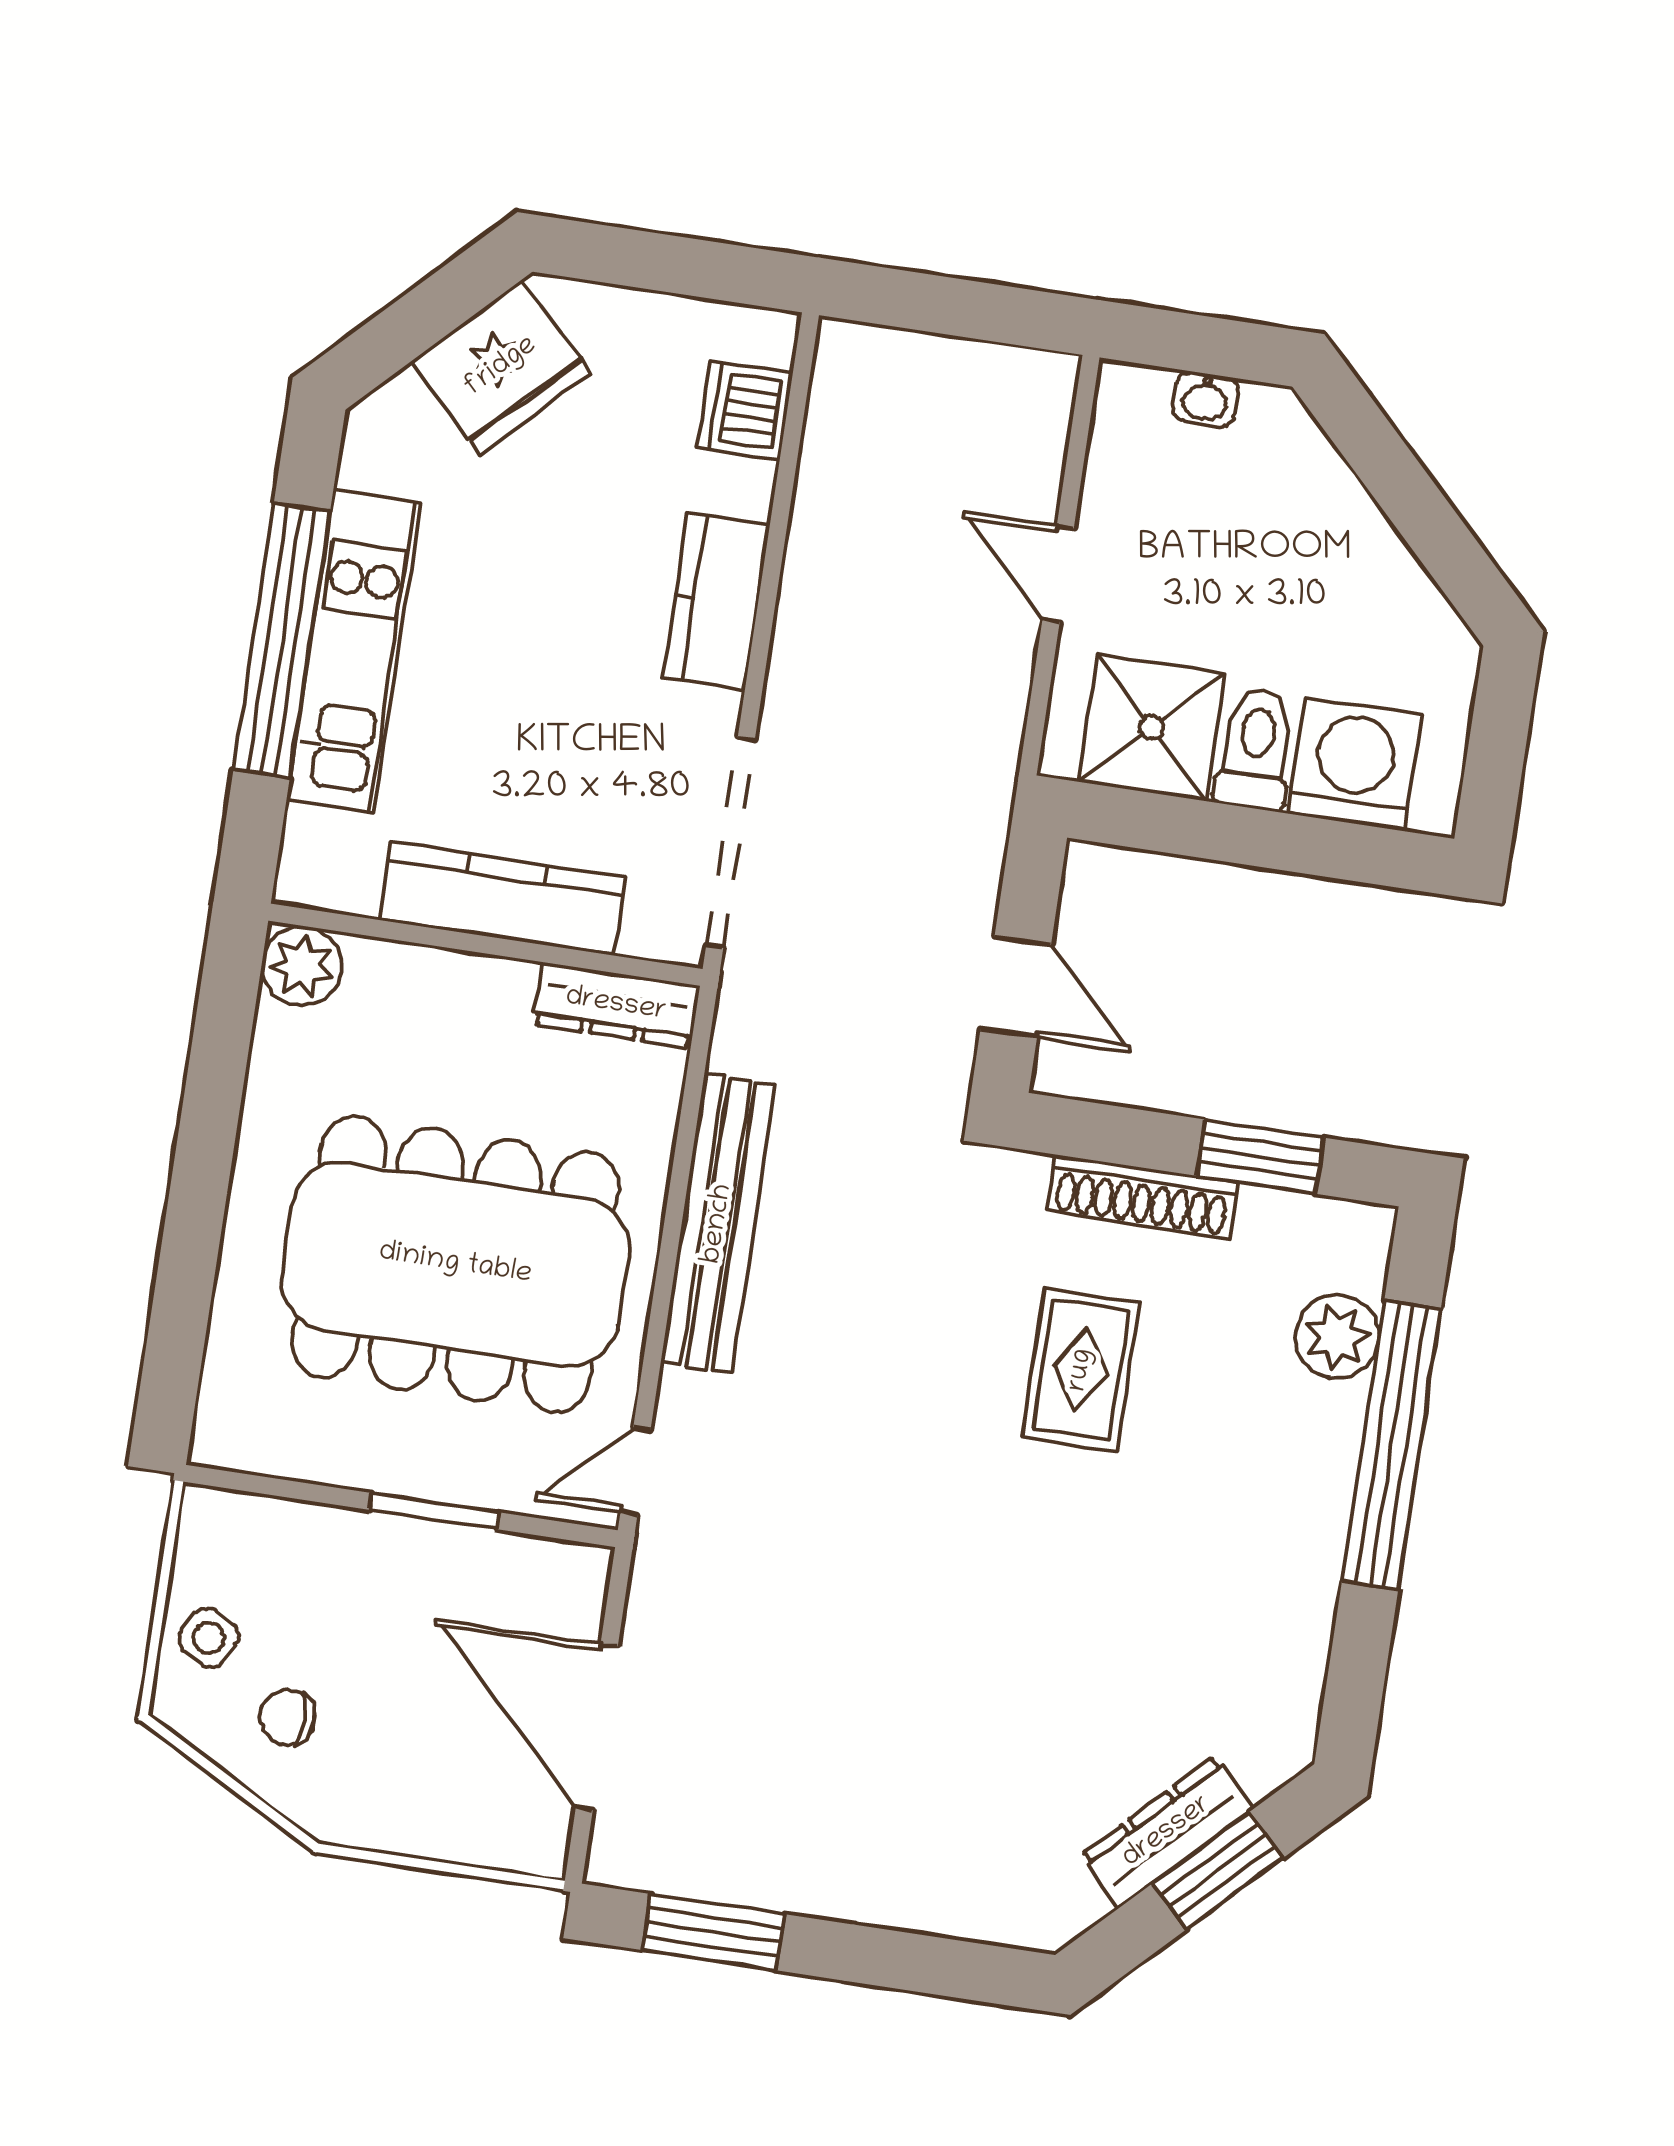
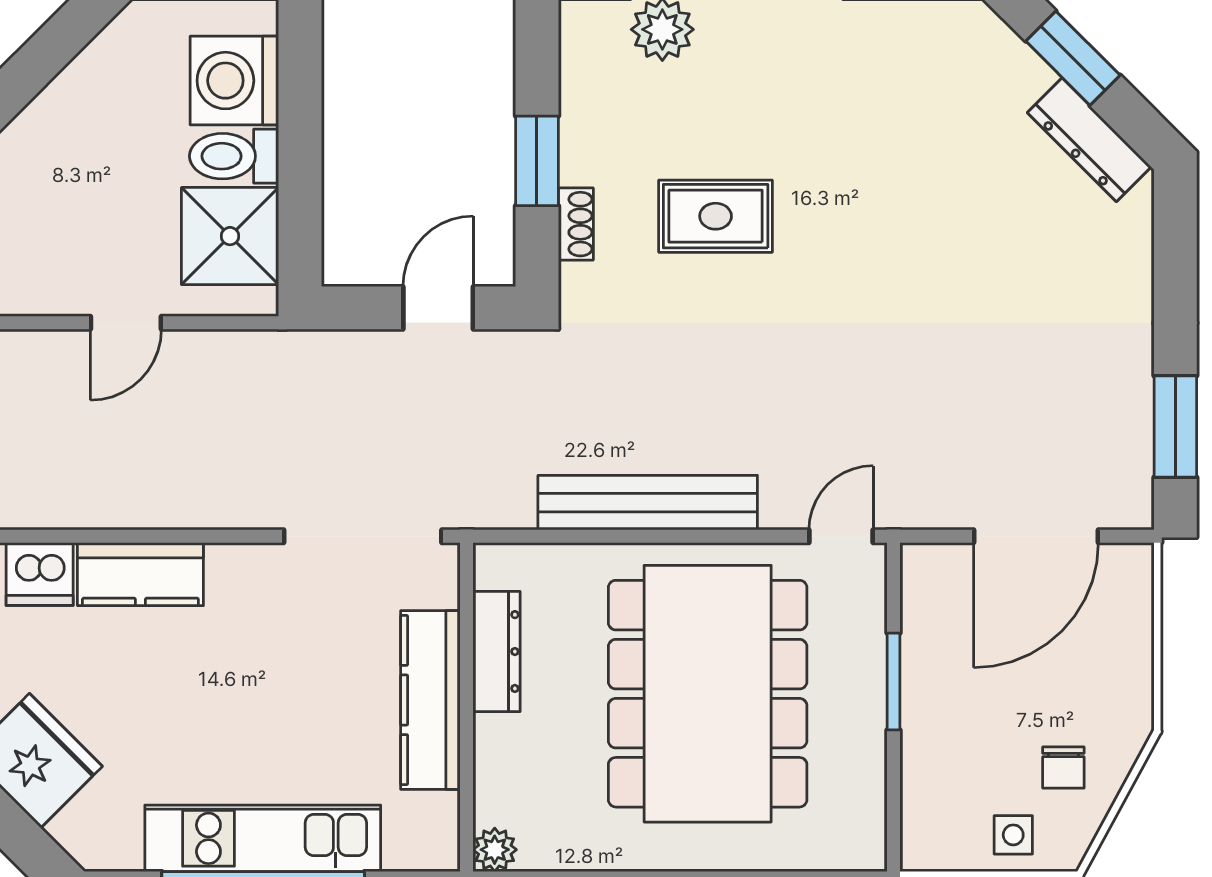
kitchen counter: (716, 601) -> (140, 574), moved
plant: (302, 966) -> (495, 850), width x0.73, depth x0.73
dresser: (616, 1005) -> (496, 652), moved
window: (1260, 1157) -> (537, 161), moved
shoe rack: (1142, 1197) -> (576, 224), width x0.51, depth x0.81
door: (635, 1471) -> (841, 536), swing flipped
side table: (209, 1638) -> (1013, 835), turned -30
dresser: (1167, 1832) -> (1089, 140), moved

